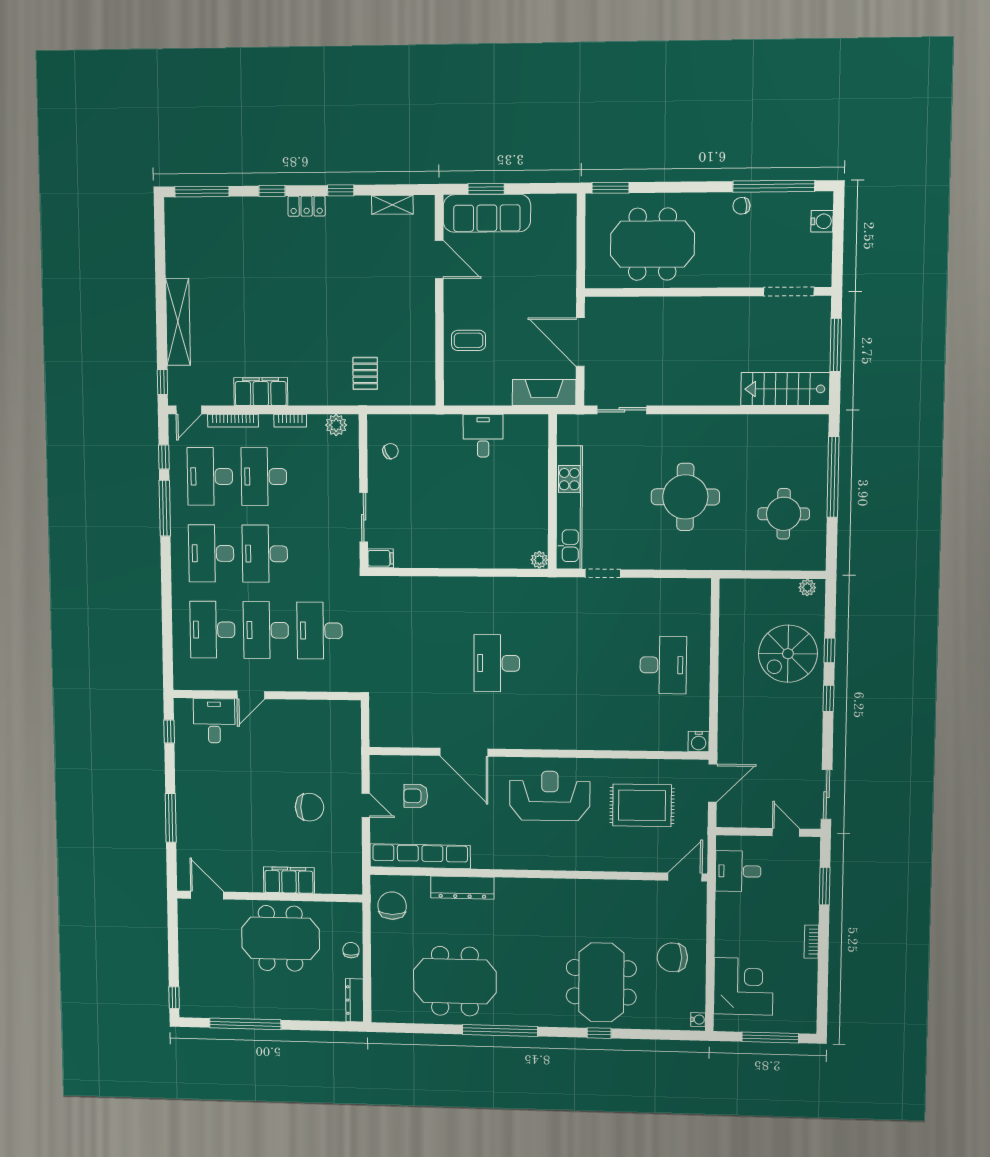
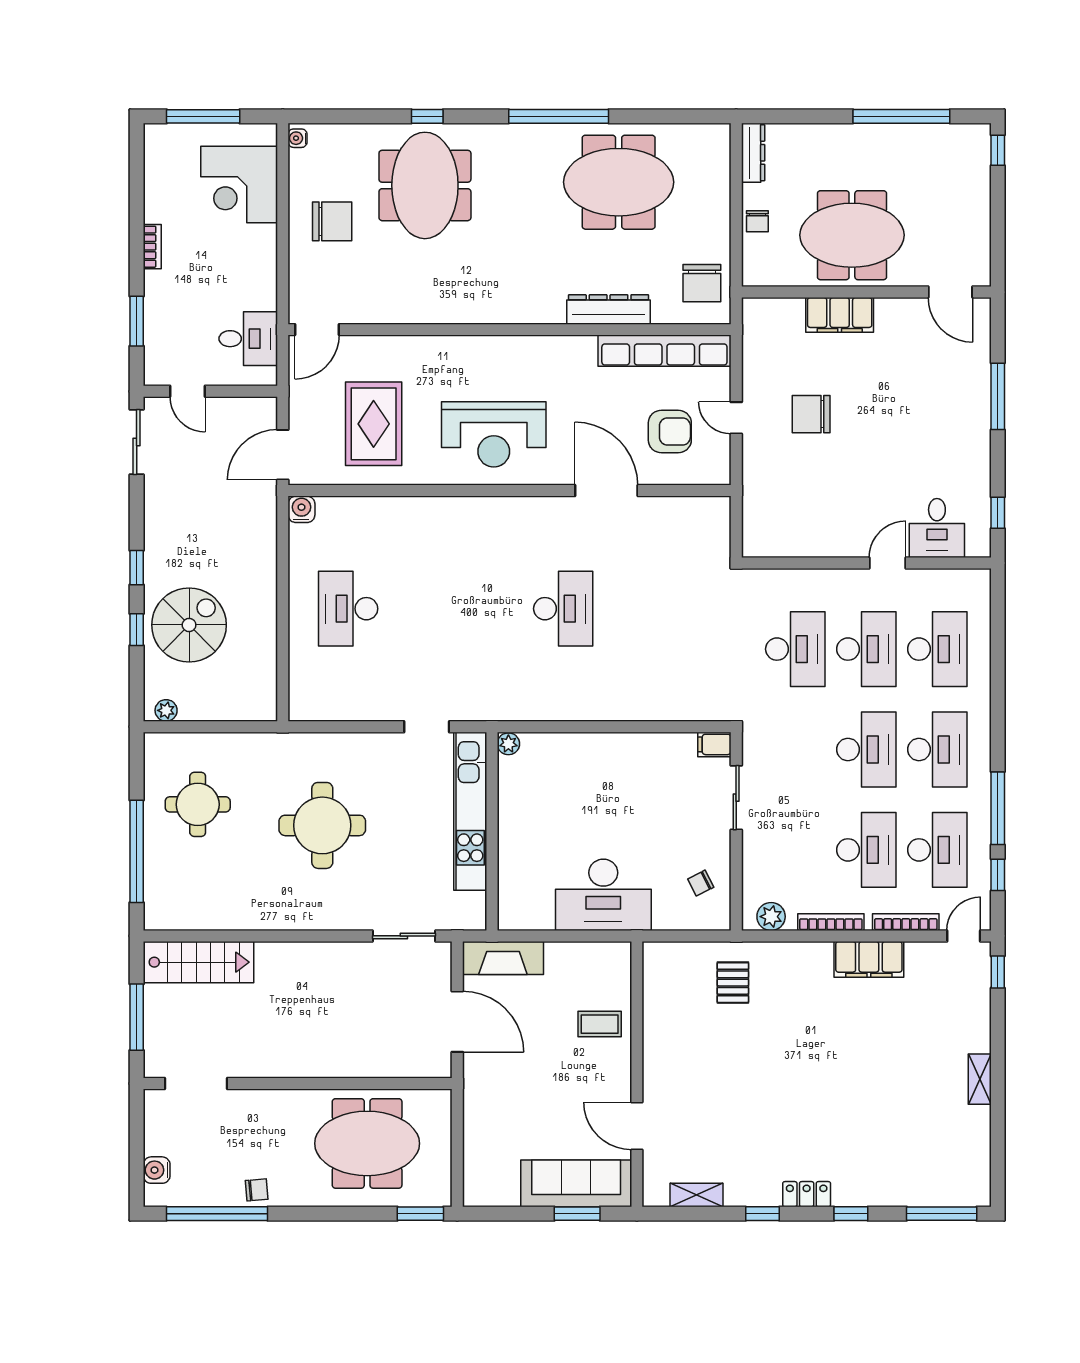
shelving: (178, 322) -> (980, 1079), width x0.45, depth x0.75
bookcase: (290, 421) -> (831, 922), width x1.56
desk: (483, 436) -> (603, 895), width x1.87, depth x1.30
armchair: (416, 796) -> (670, 431), width x1.38, depth x1.38
rug: (642, 805) -> (374, 424), turned 90

